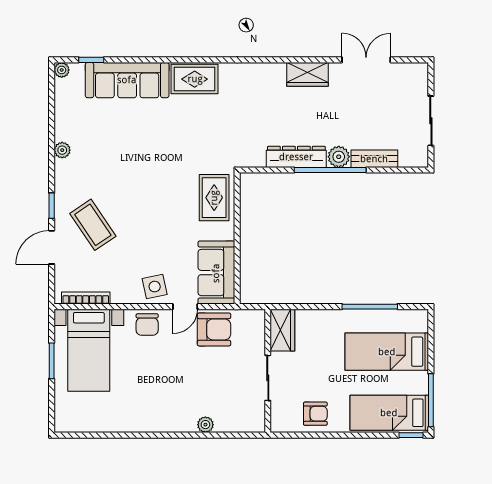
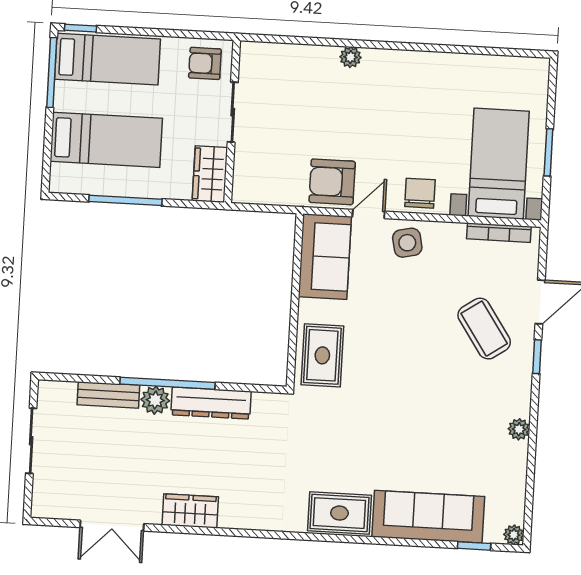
wardrobe: (282, 330) -> (210, 174), moved
wall: (268, 371) -> (232, 121), moved
sliding door: (268, 378) -> (233, 112), moved

